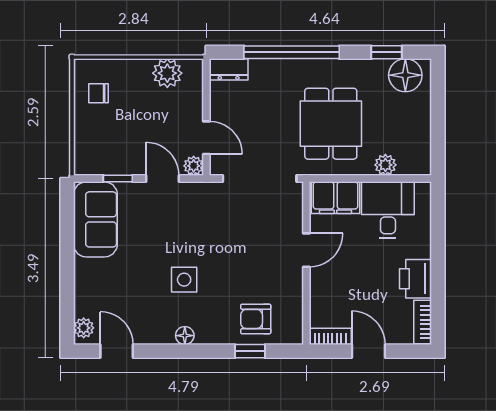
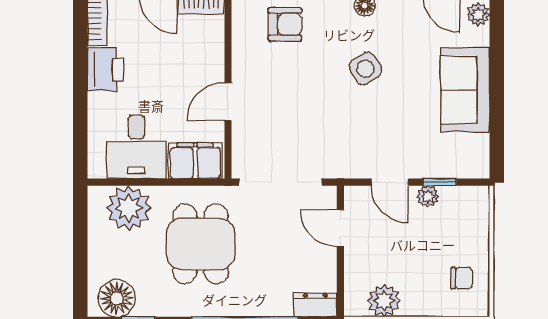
plant: (385, 165) -> (129, 208), width x1.87, depth x1.87
plant: (194, 166) -> (428, 196), moved
sofa: (95, 219) -> (465, 90), moved
side table: (184, 280) -> (365, 69), turned -32

